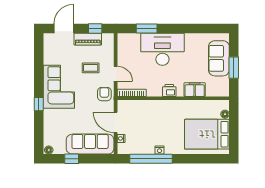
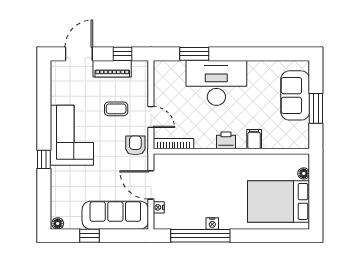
filing cabinet: (195, 90) -> (254, 139), width x0.50

